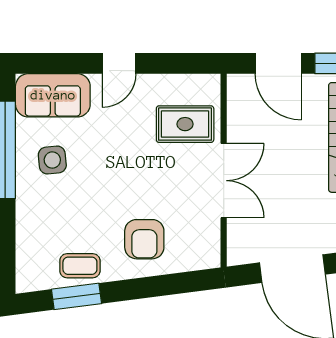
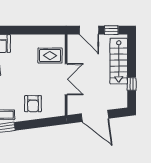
door: (119, 63) -> (22, 30), removed

